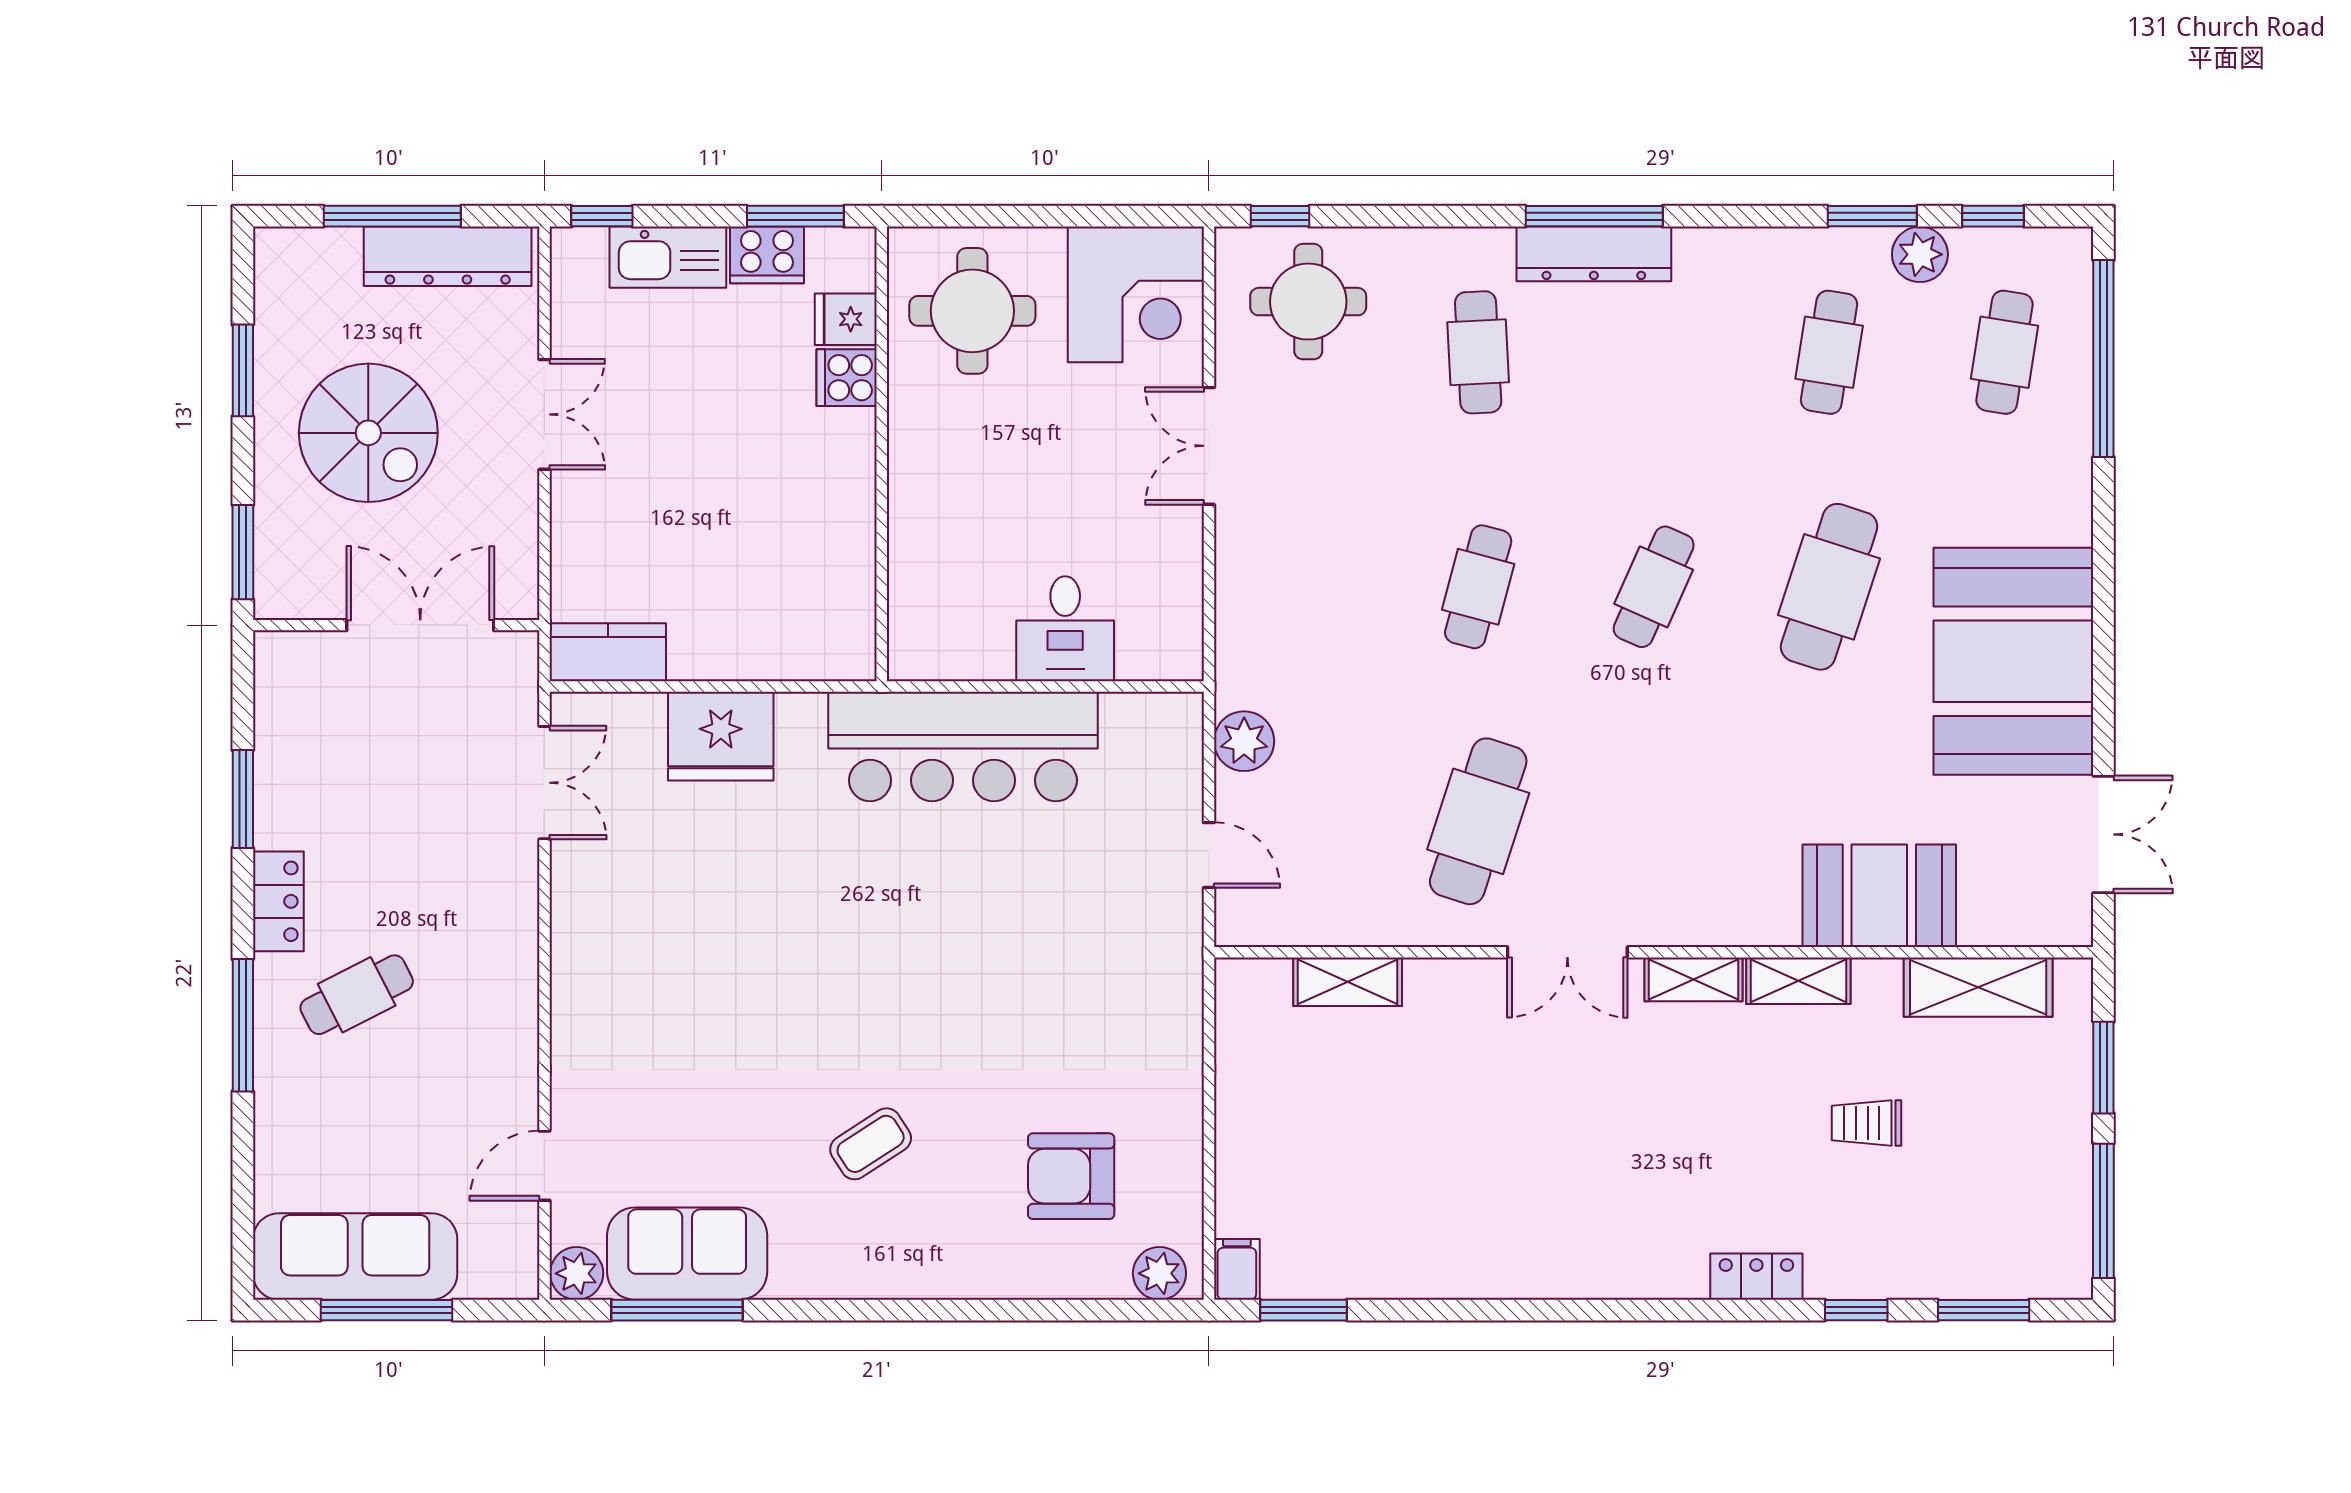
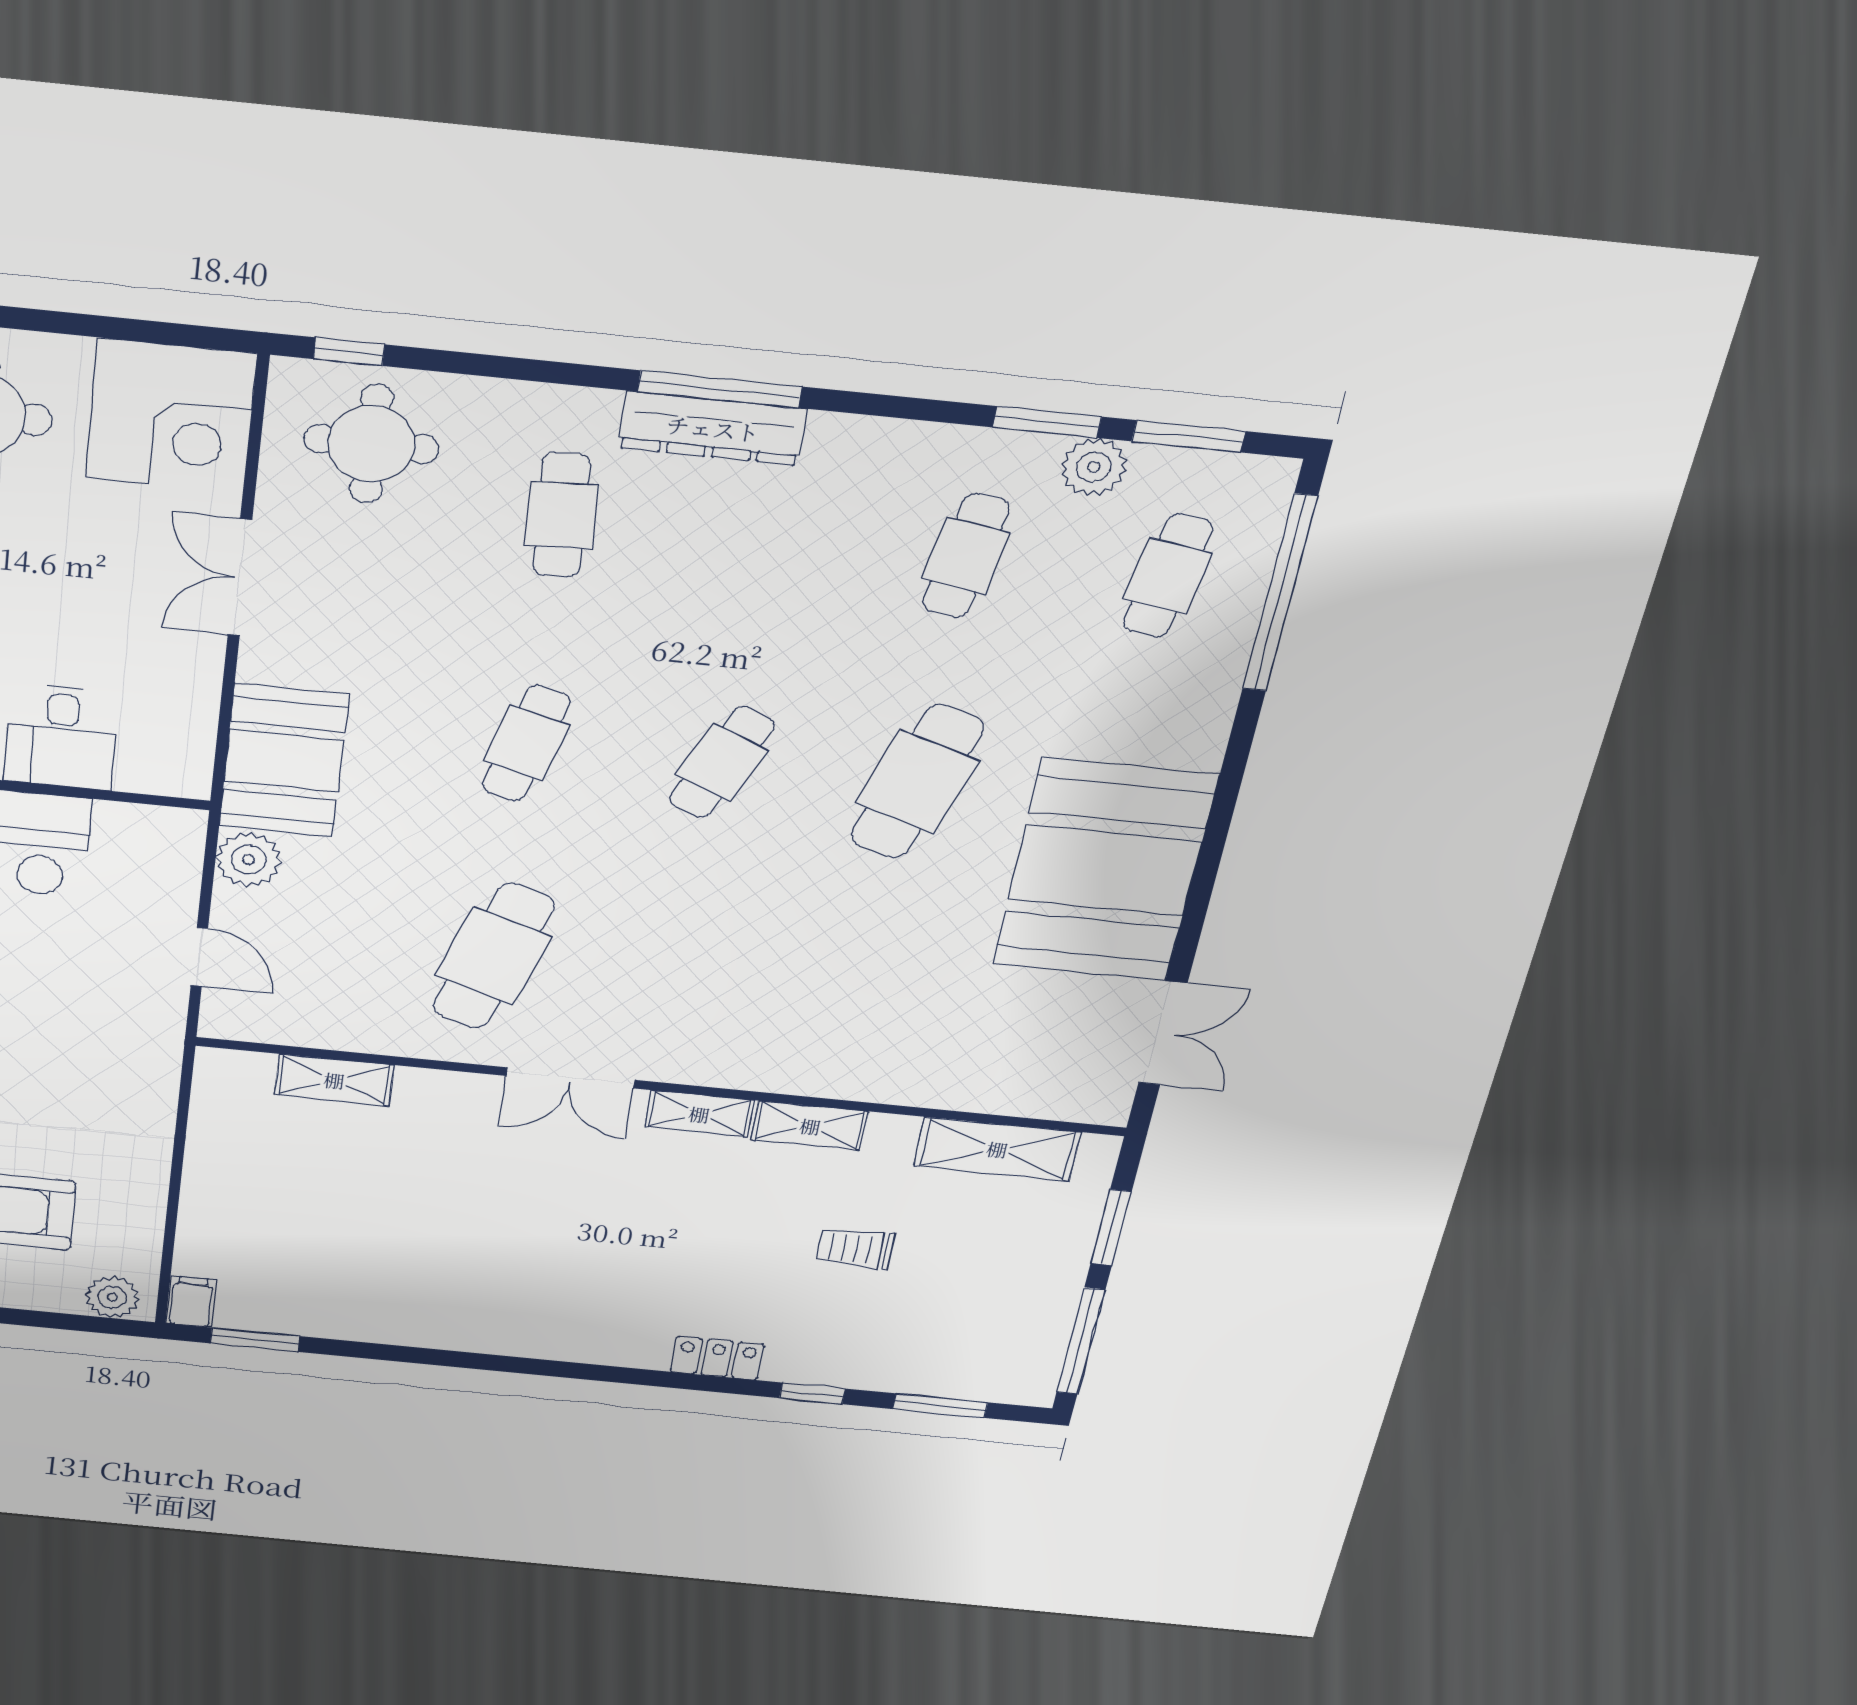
window: (1993, 216) -> (1189, 436), width x1.50
booth: (1879, 896) -> (284, 761), moved, turned 90

